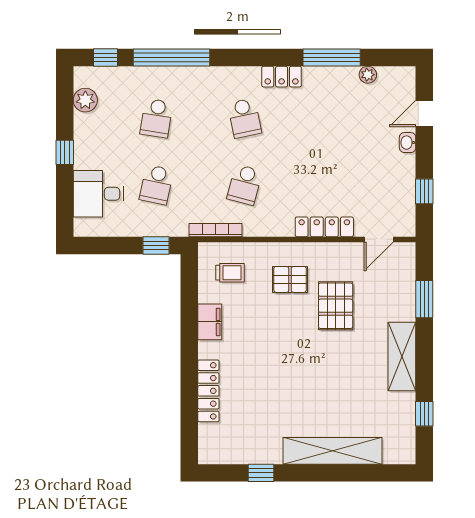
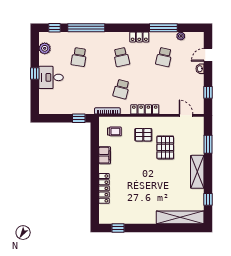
school desk: (156, 185) -> (164, 57), moved
desk: (98, 194) -> (51, 77), moved
locker: (324, 227) -> (145, 109), moved
door: (379, 239) -> (186, 115), swing flipped
shelving: (332, 451) -> (180, 217), moved
window: (261, 473) -> (118, 228), moved

